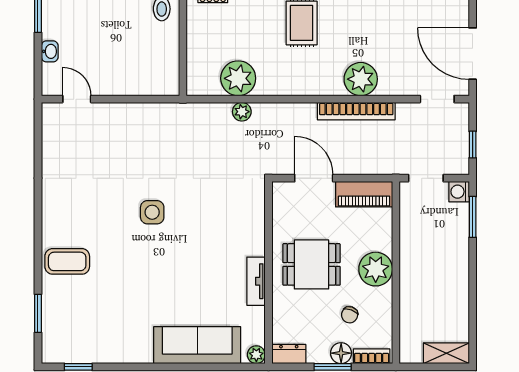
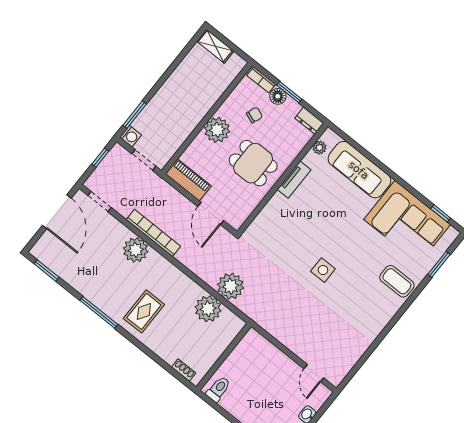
plant: (242, 112) -> (231, 286), width x1.87, depth x1.87
corner sofa: (105, 330) -> (407, 222), added
plant: (256, 355) -> (319, 148), moved

